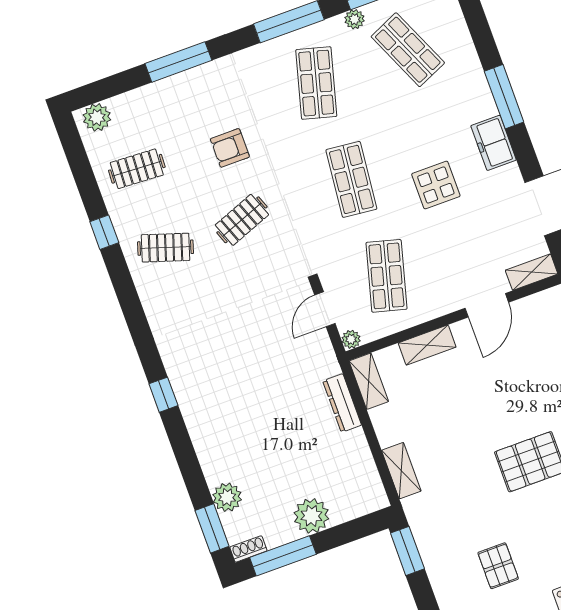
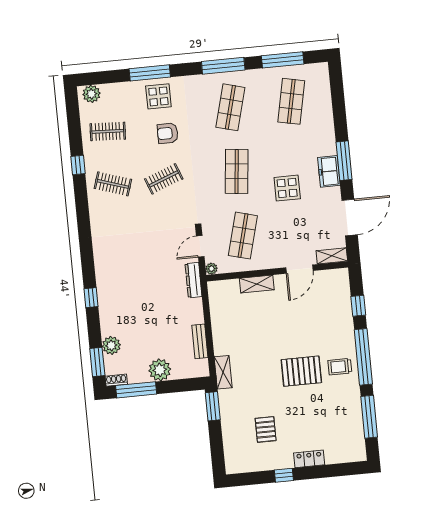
plant: (355, 19) -> (264, 74), removed
shop shelf: (408, 50) -> (291, 101), turned 36
display table: (201, 95) -> (158, 96), added
window: (504, 97) -> (344, 161), moved
shelving: (369, 381) -> (216, 297), removed
window: (163, 395) -> (91, 298), moved
dresser: (342, 403) -> (194, 280), moved
bench: (362, 456) -> (200, 341), added
shelving: (401, 471) -> (223, 372), moved

